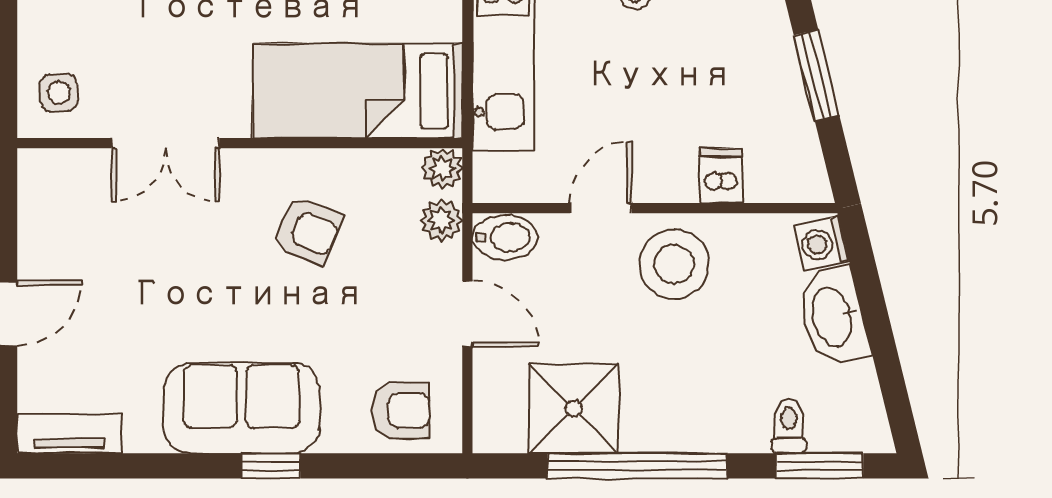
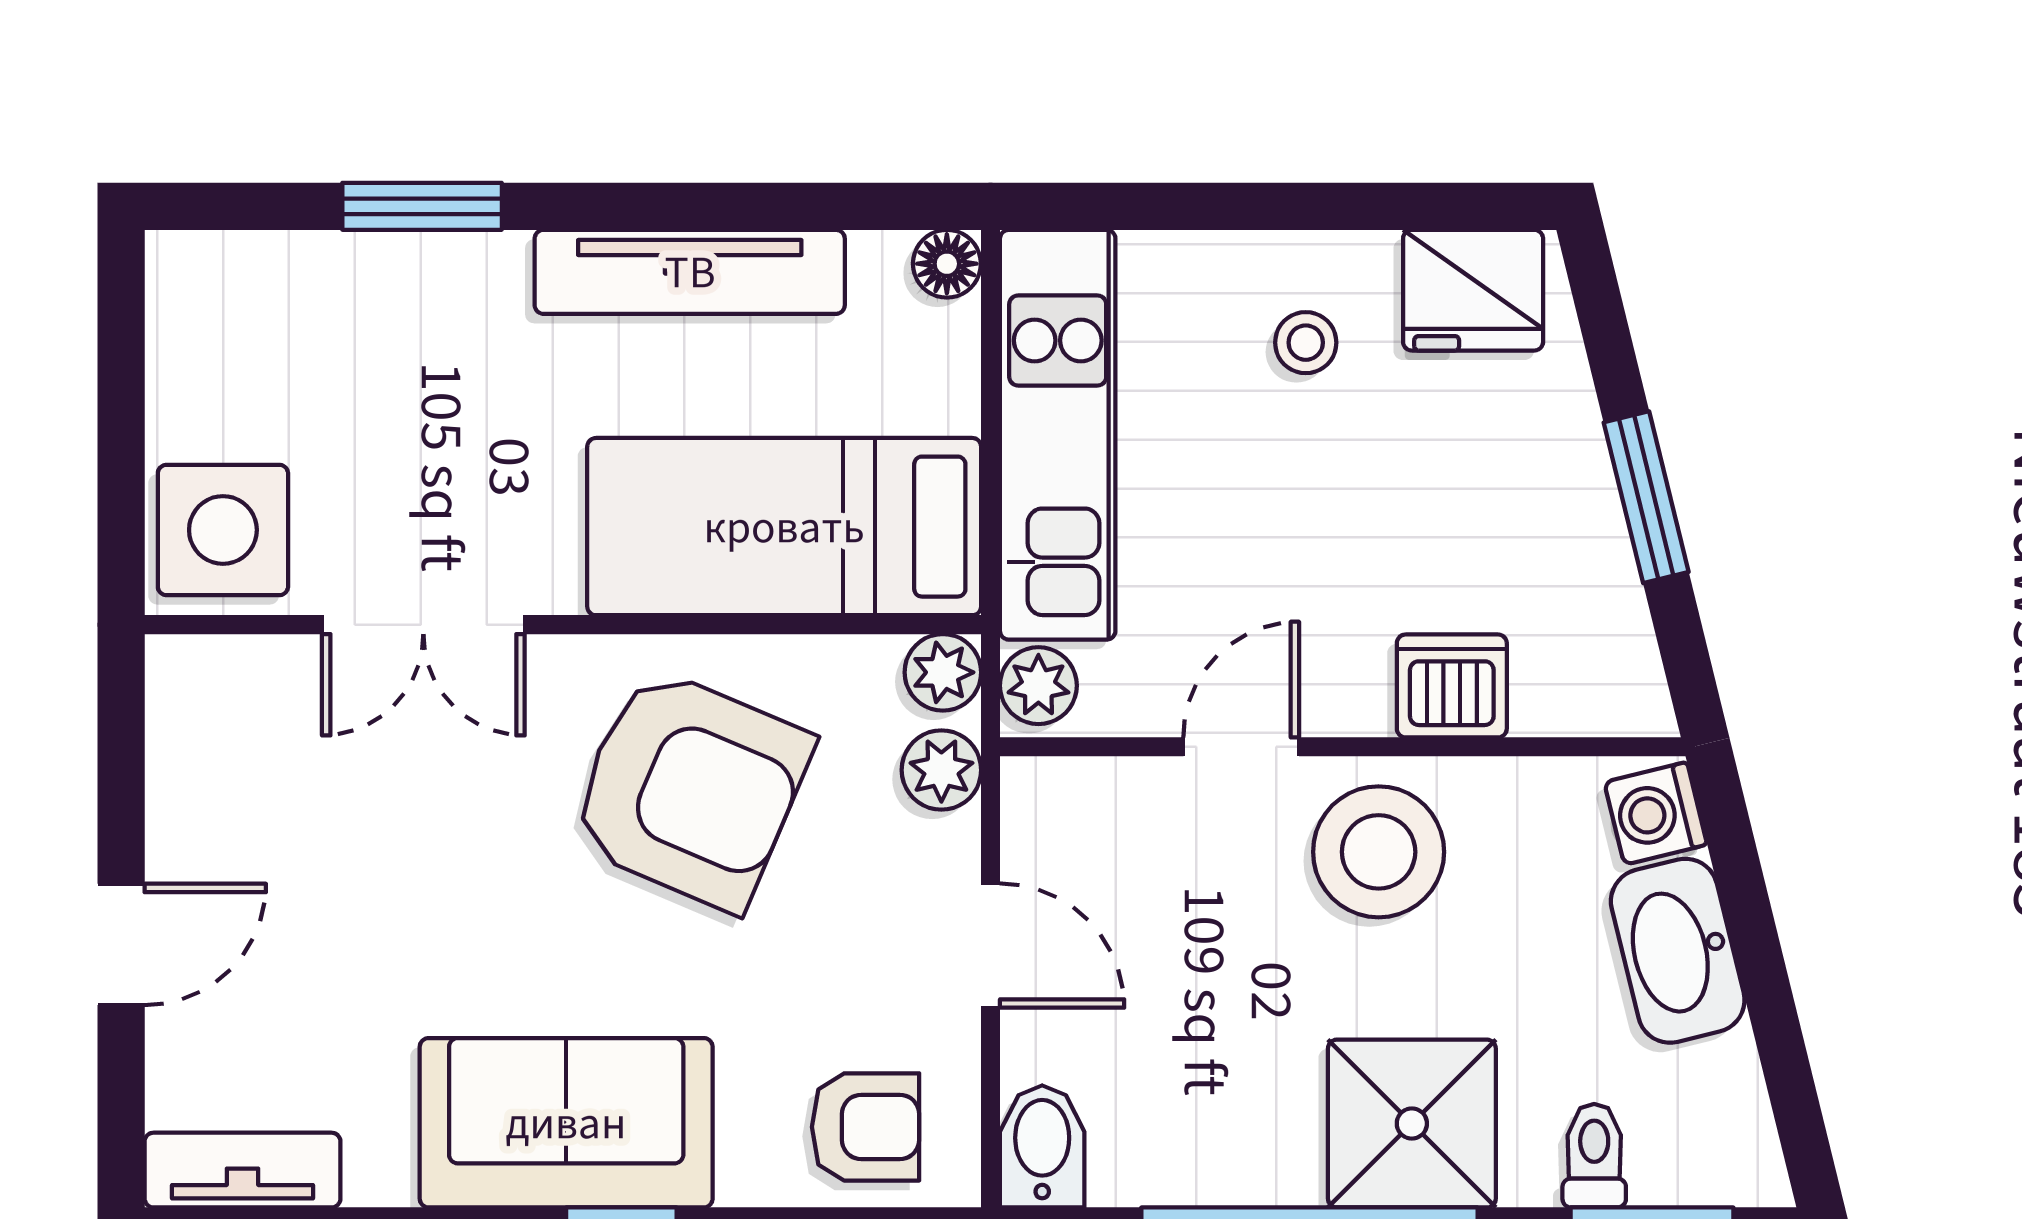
side table: (59, 93) -> (223, 530), width x1.87, depth x1.87
plant: (493, 175) -> (1038, 686), added
dishwasher: (721, 176) -> (1452, 686), width x1.38
armchair: (307, 231) -> (690, 789), width x1.88, depth x1.88
bidet: (505, 237) -> (1042, 1146), moved, turned -90
shower: (574, 409) -> (1412, 1124), moved

